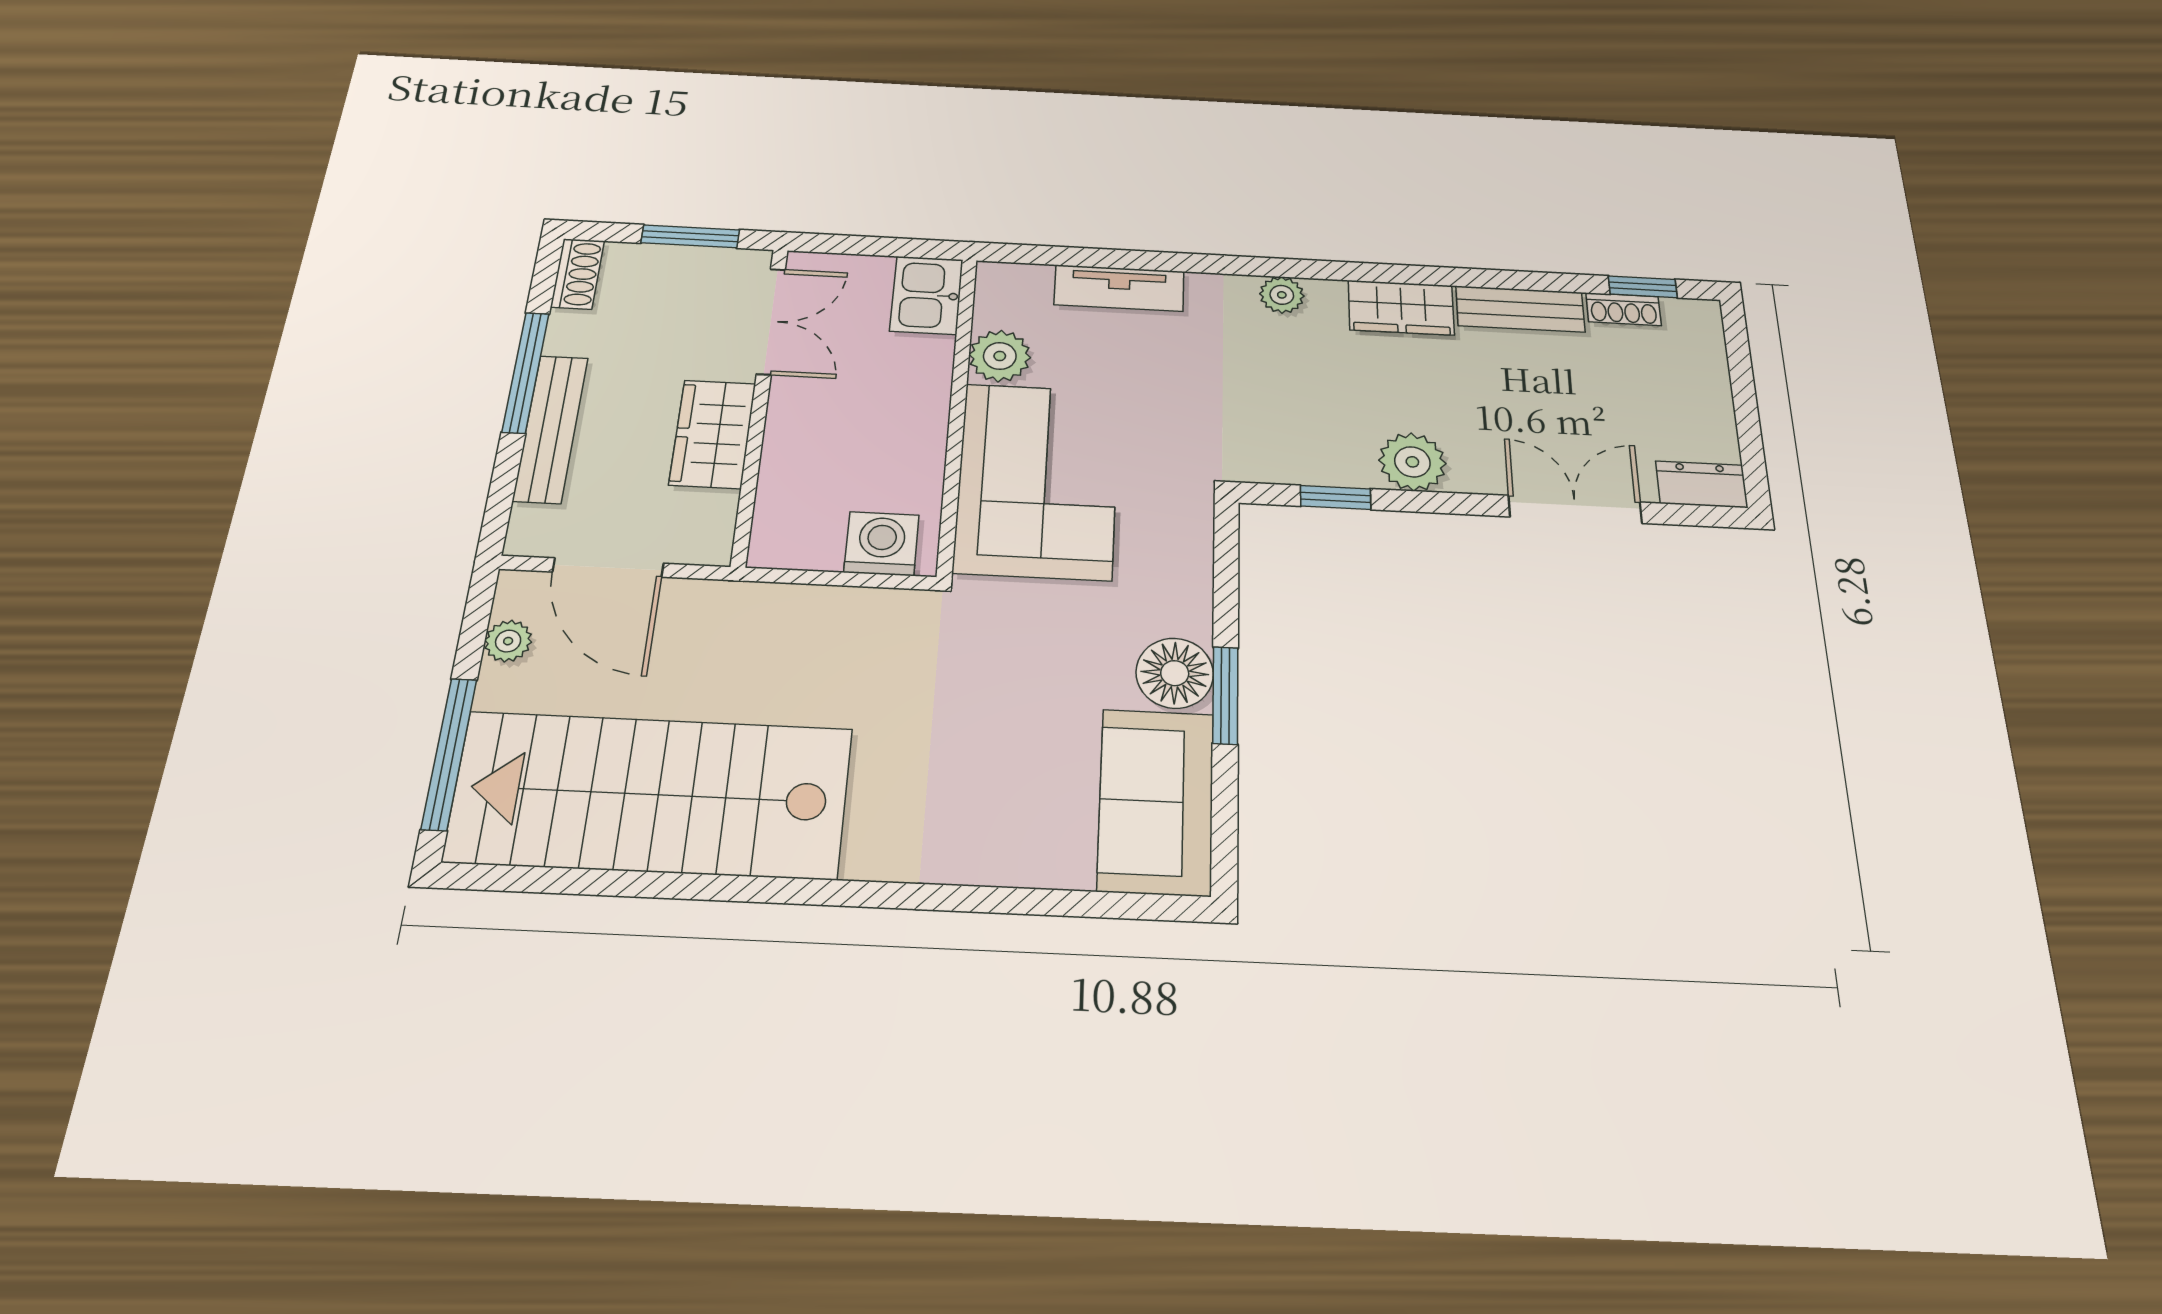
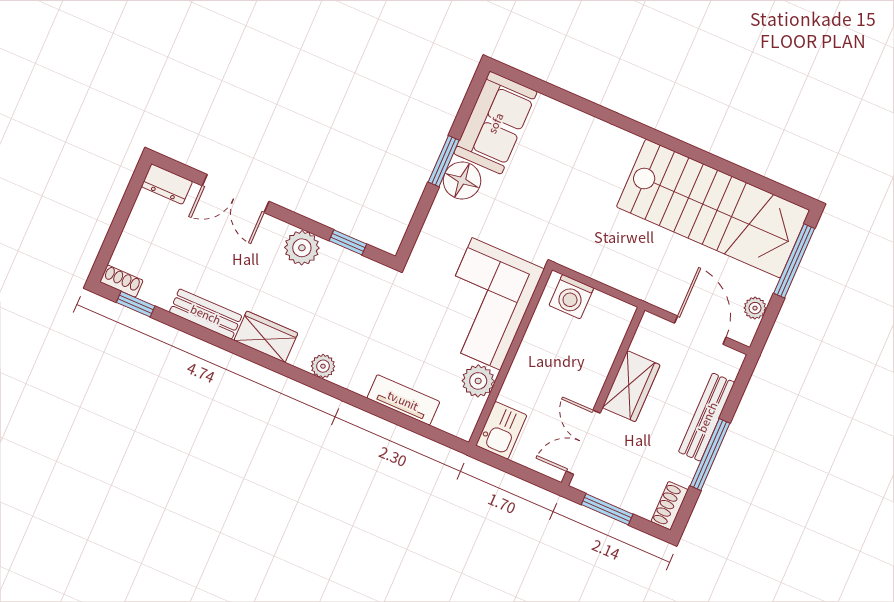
shoe rack: (1623, 309) -> (121, 281), moved

